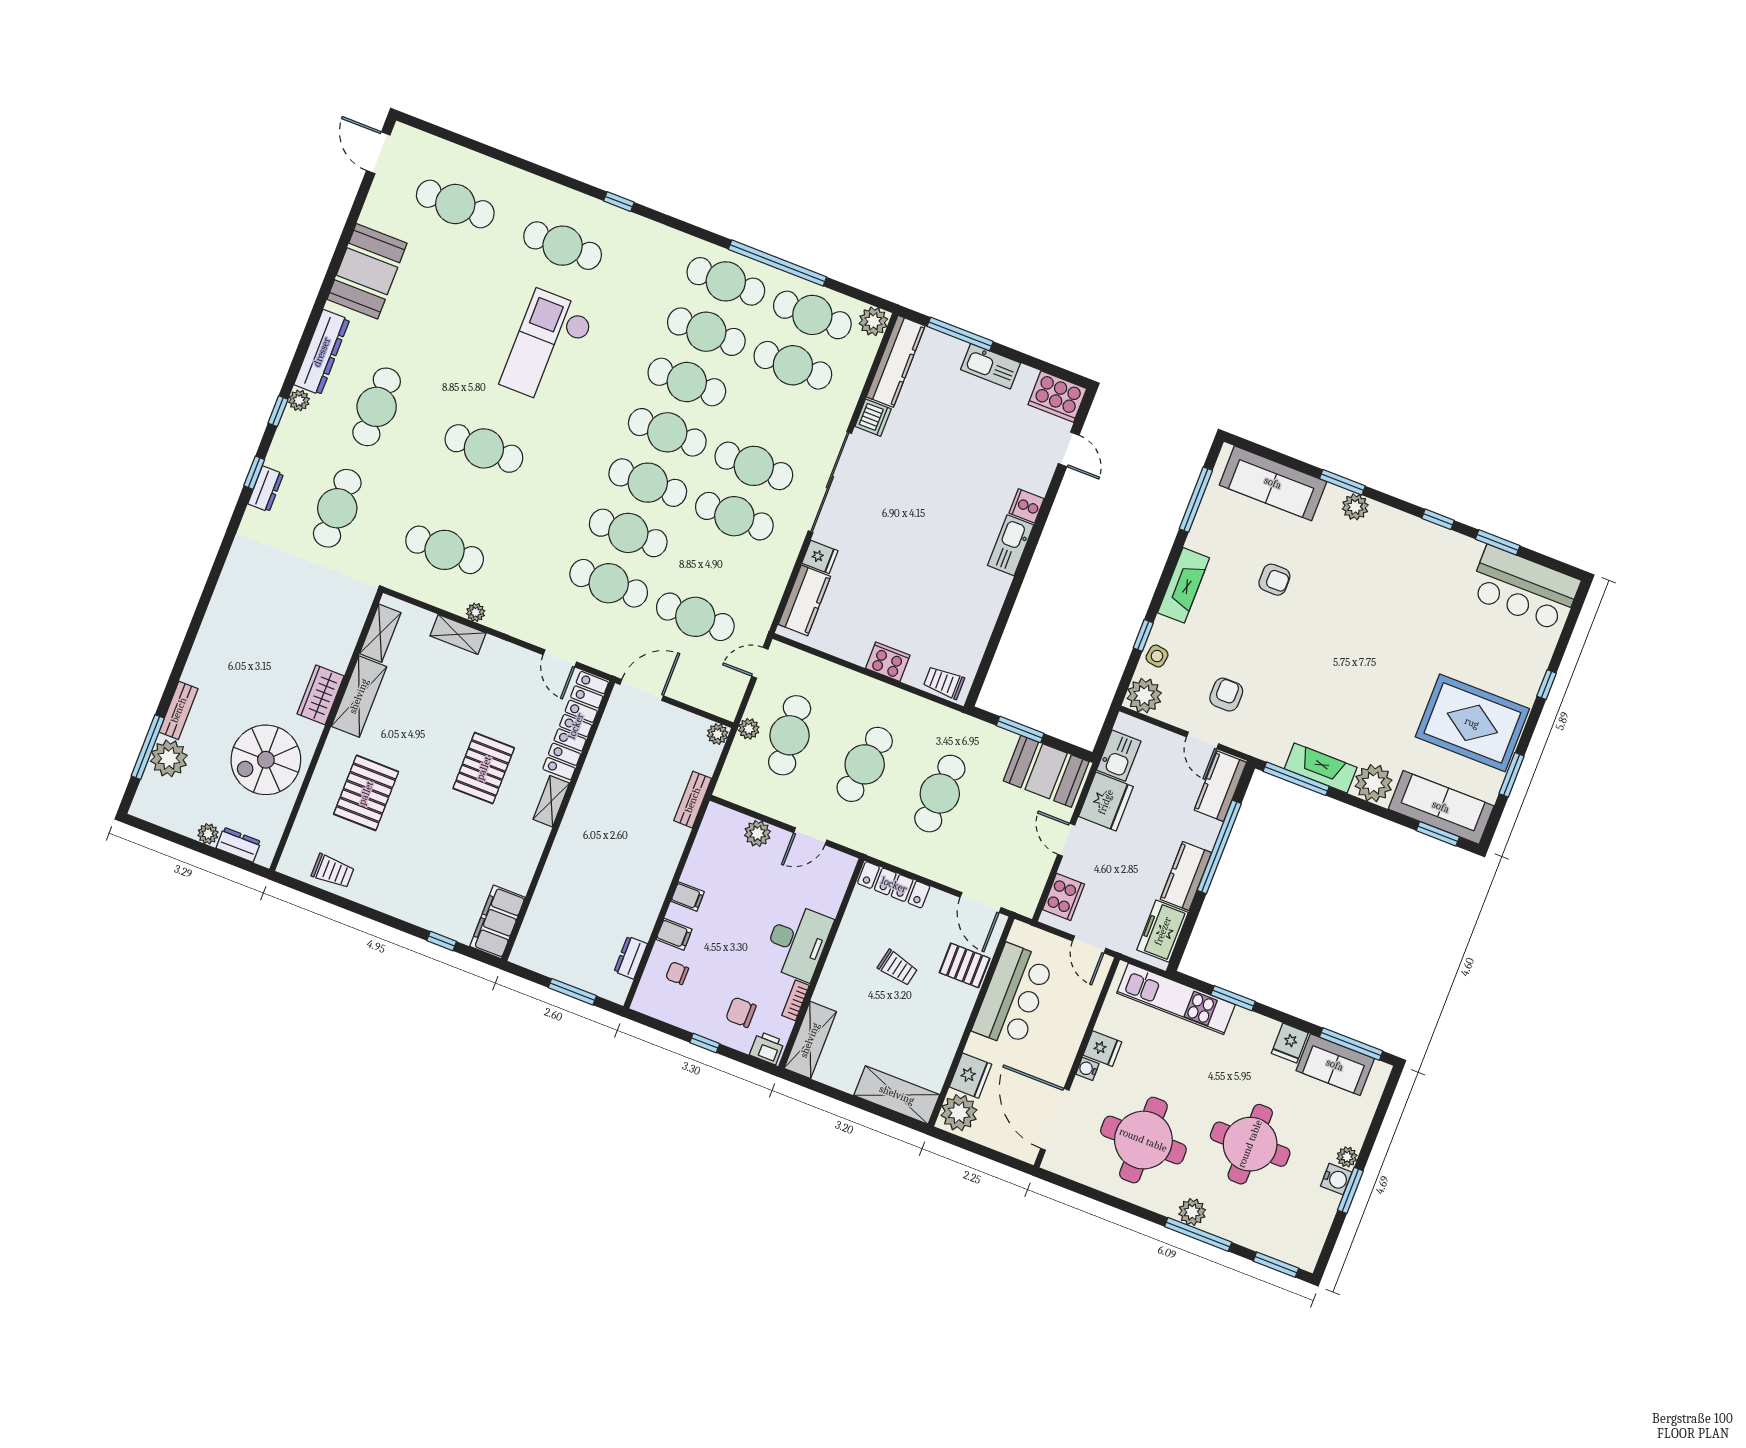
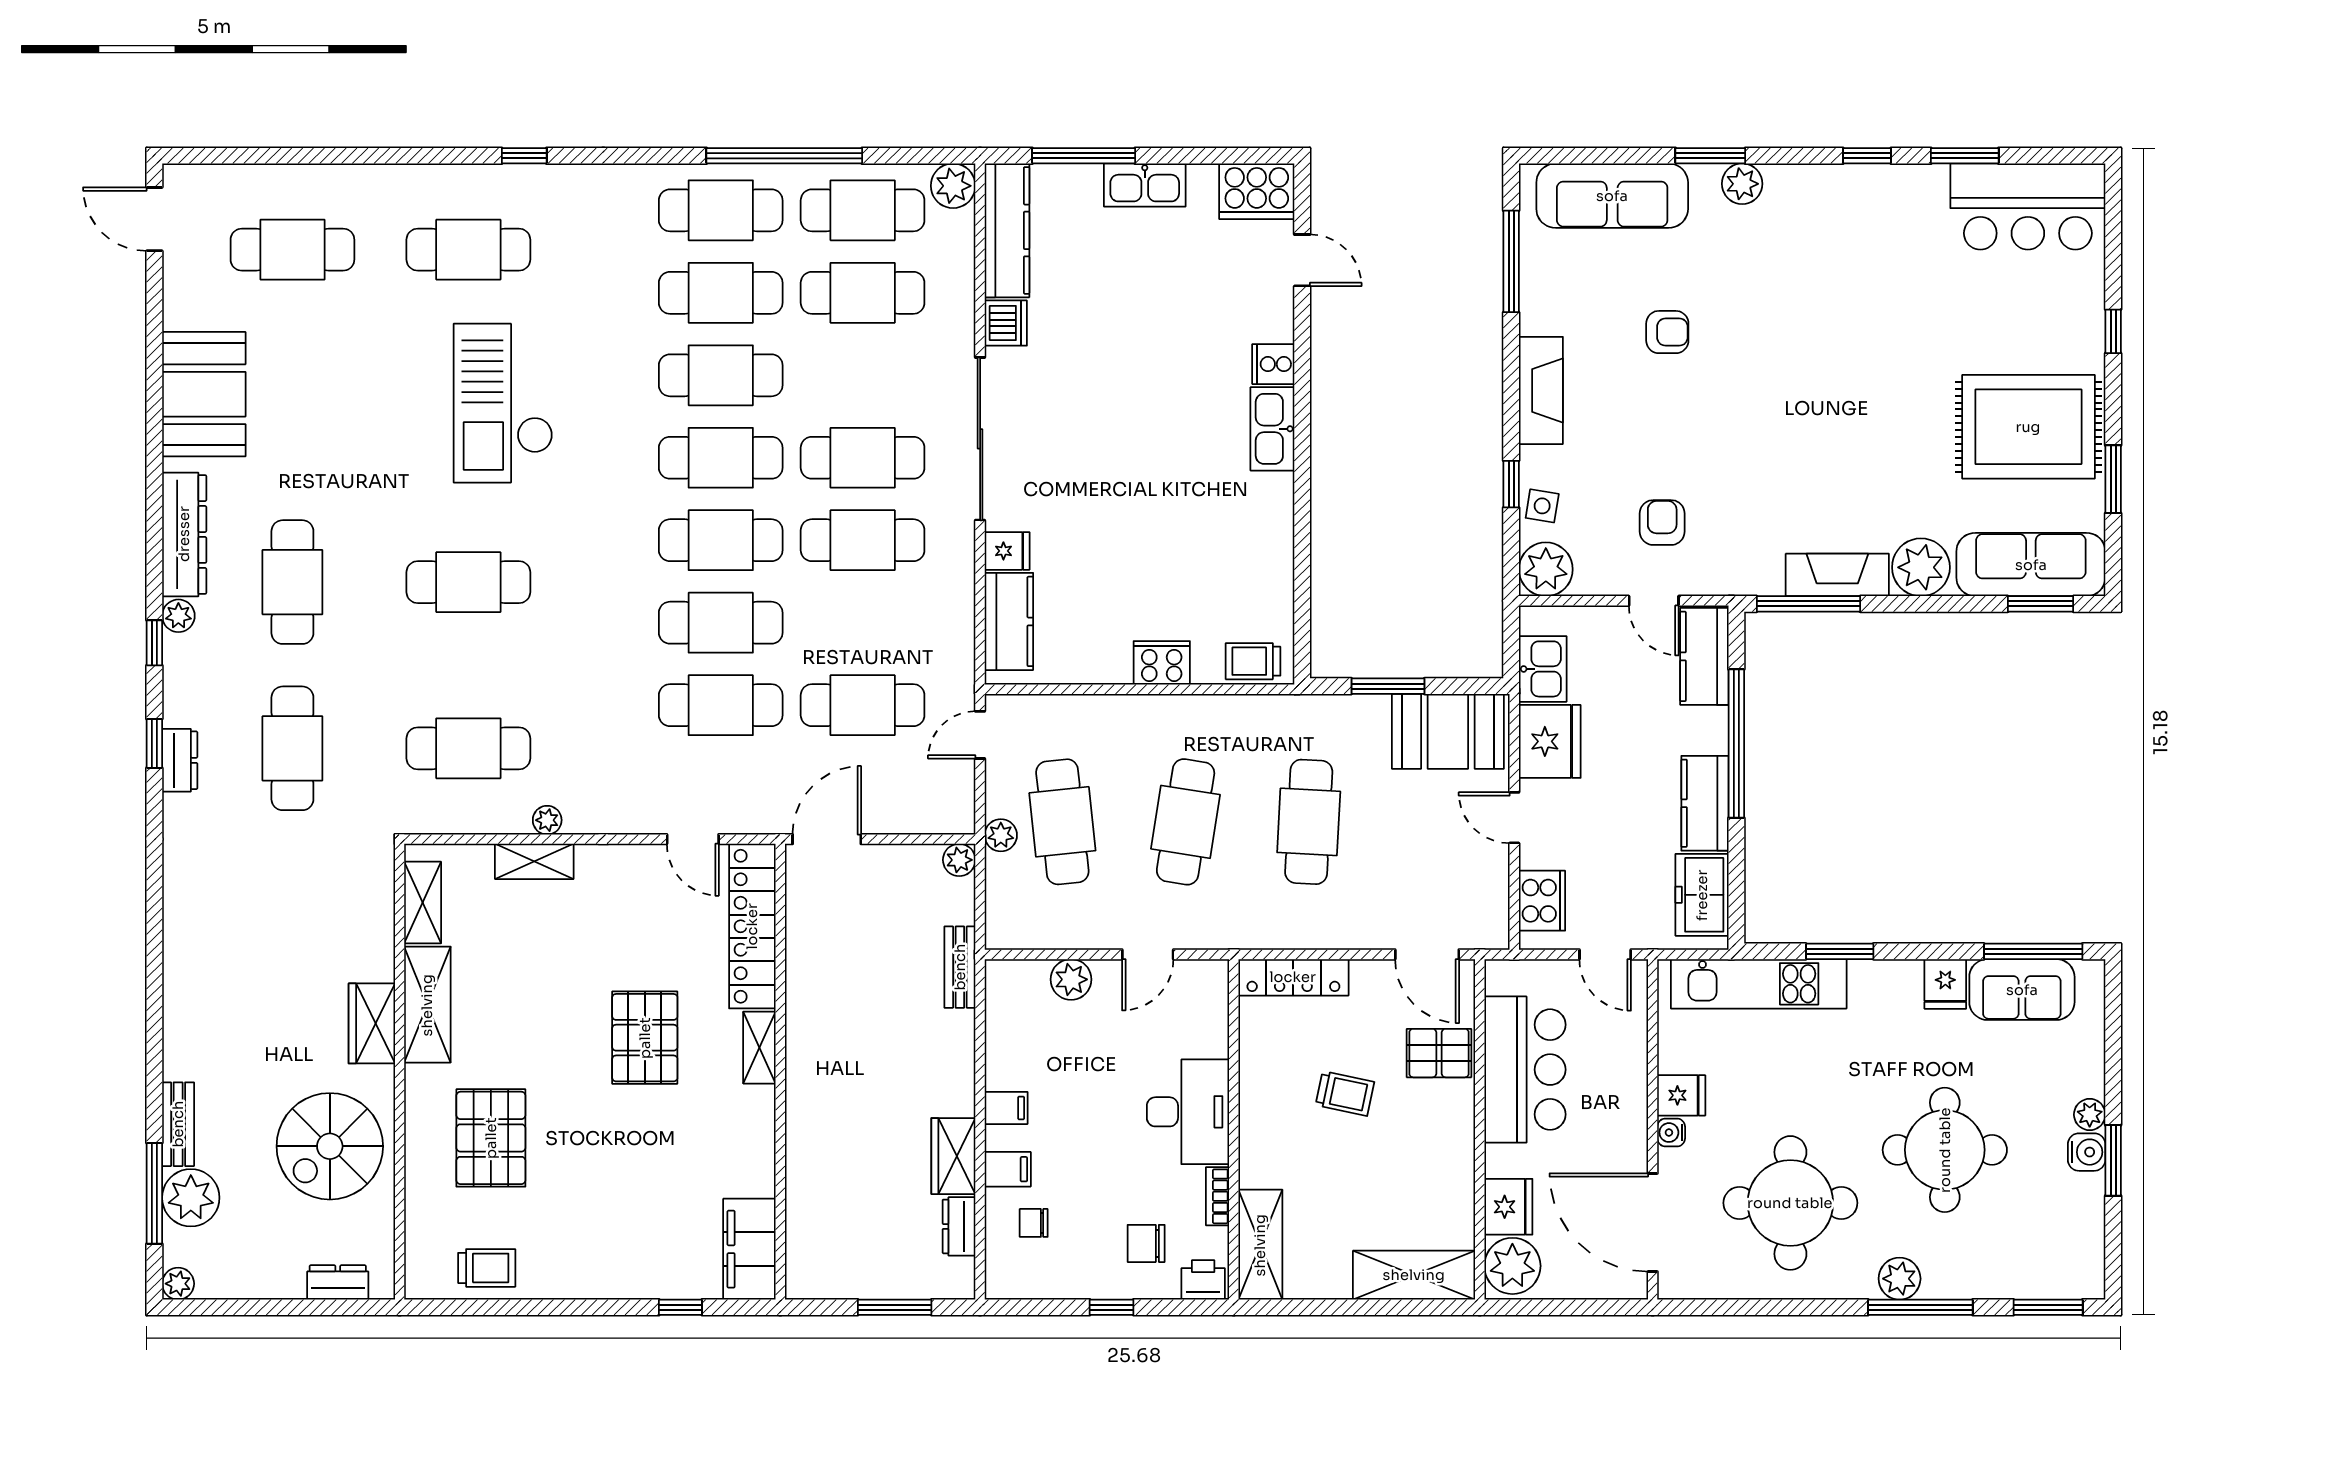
plant: (208, 834) -> (178, 1284), moved
wardrobe: (644, 913) -> (953, 1156), added

